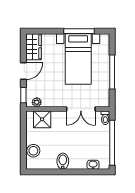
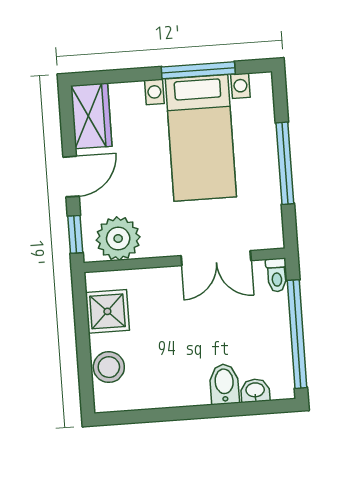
plant: (37, 102) -> (118, 239), width x1.88, depth x1.88
shower: (42, 119) -> (107, 311), moved
bidet: (63, 161) -> (224, 384), moved

